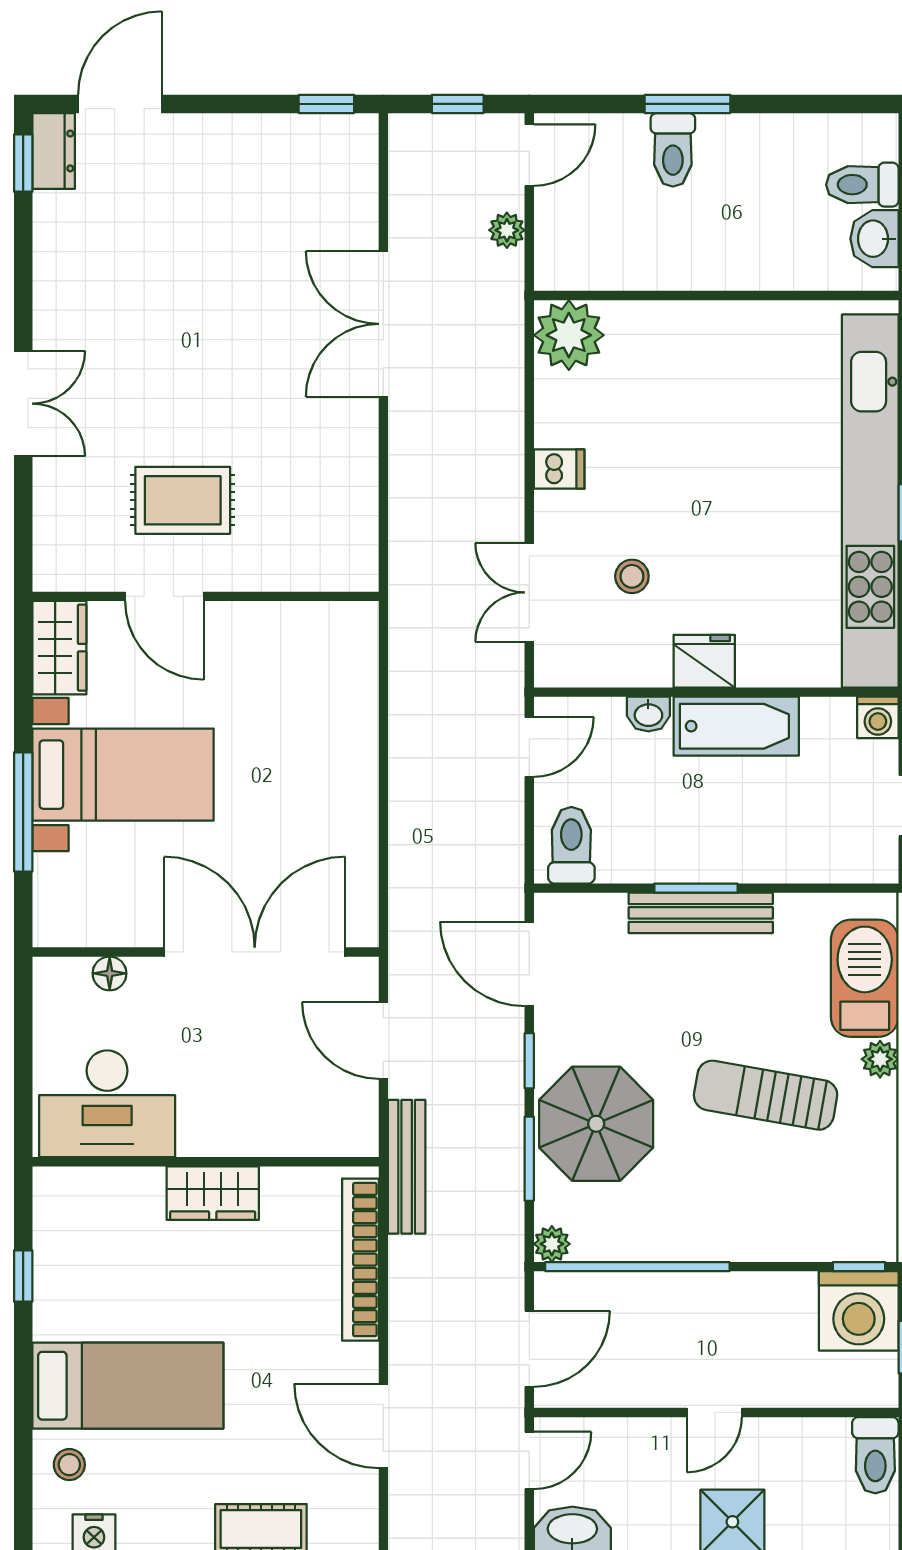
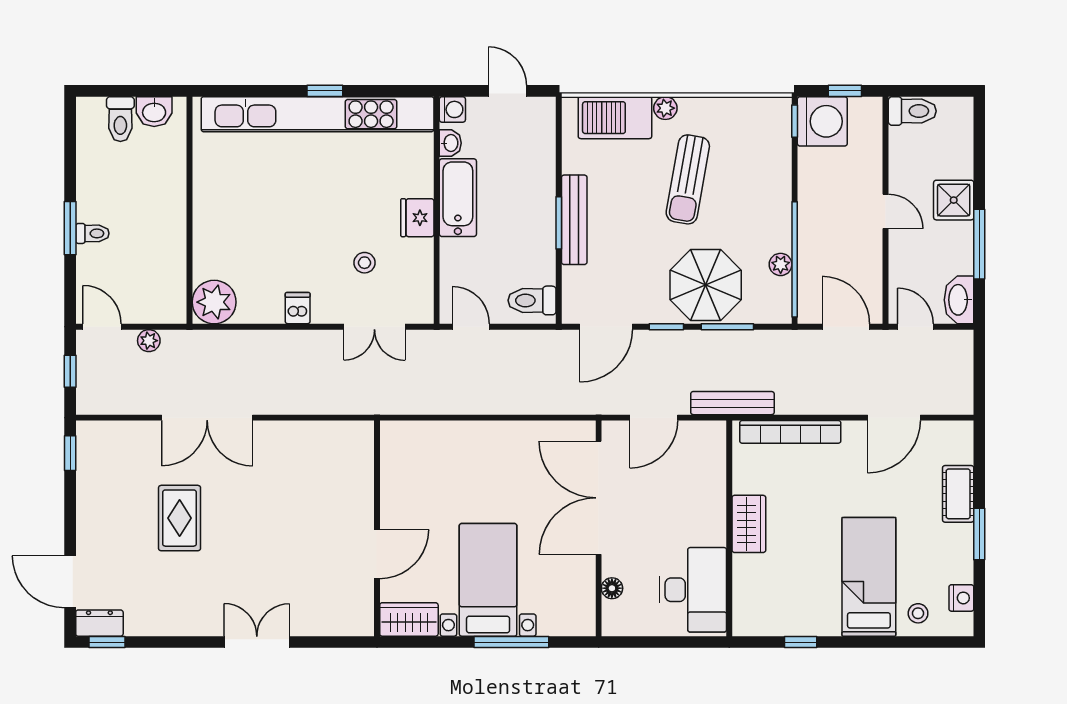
toilet: (673, 150) -> (92, 233), width x0.73, depth x0.72
rug: (183, 500) -> (180, 518), moved
washbasin: (648, 714) -> (450, 143), moved
plant: (552, 1244) -> (781, 264), moved

